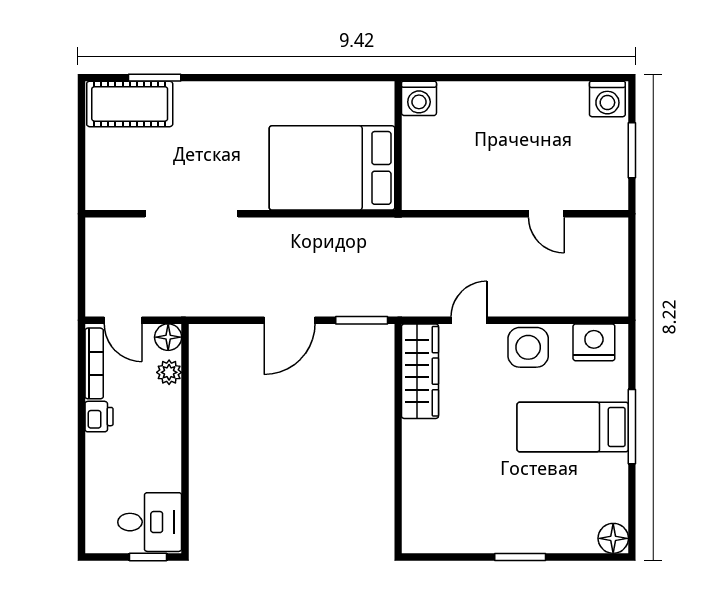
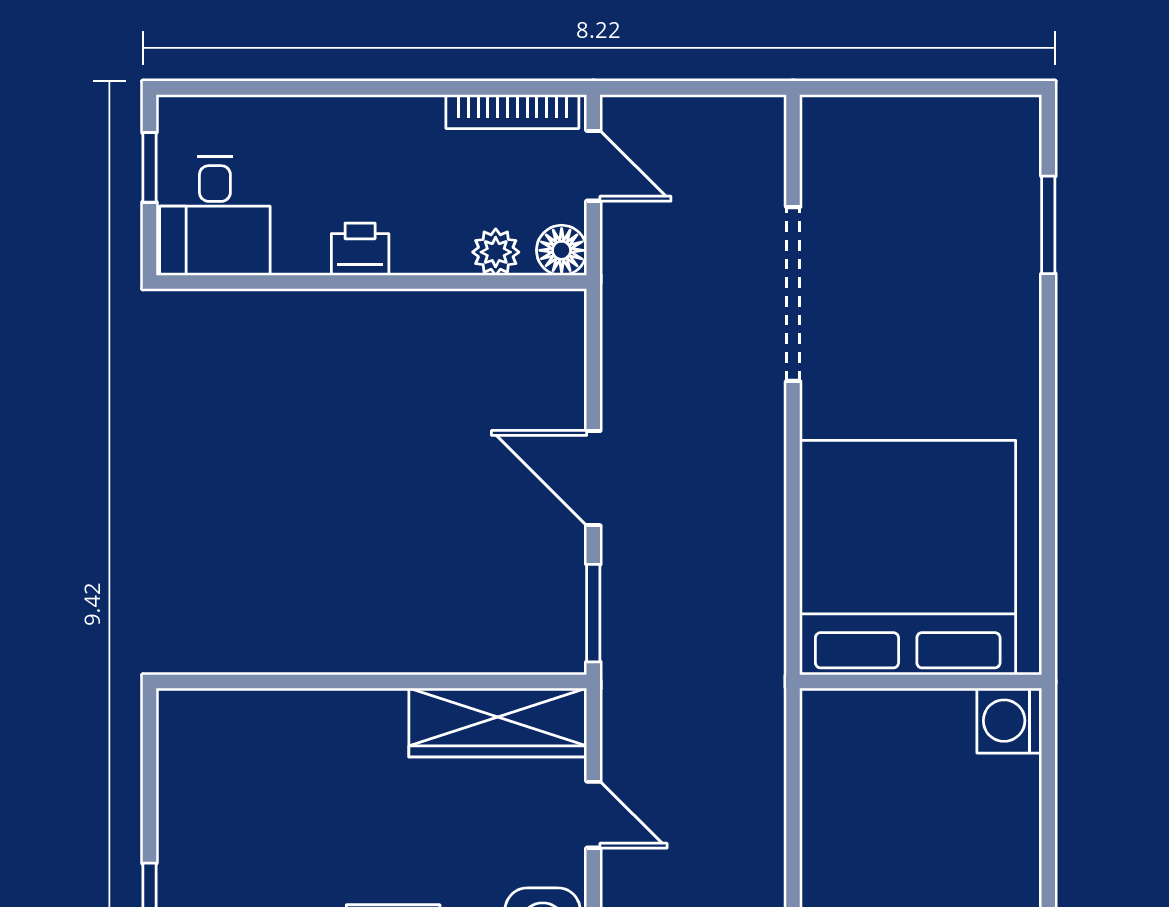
cot: (130, 104) -> (999, 178), removed
bed: (332, 168) -> (908, 558), width x1.36
door: (123, 320) -> (593, 166), swing flipped
printer: (99, 417) -> (360, 249), moved, turned 180
window: (148, 557) -> (149, 167), moved

